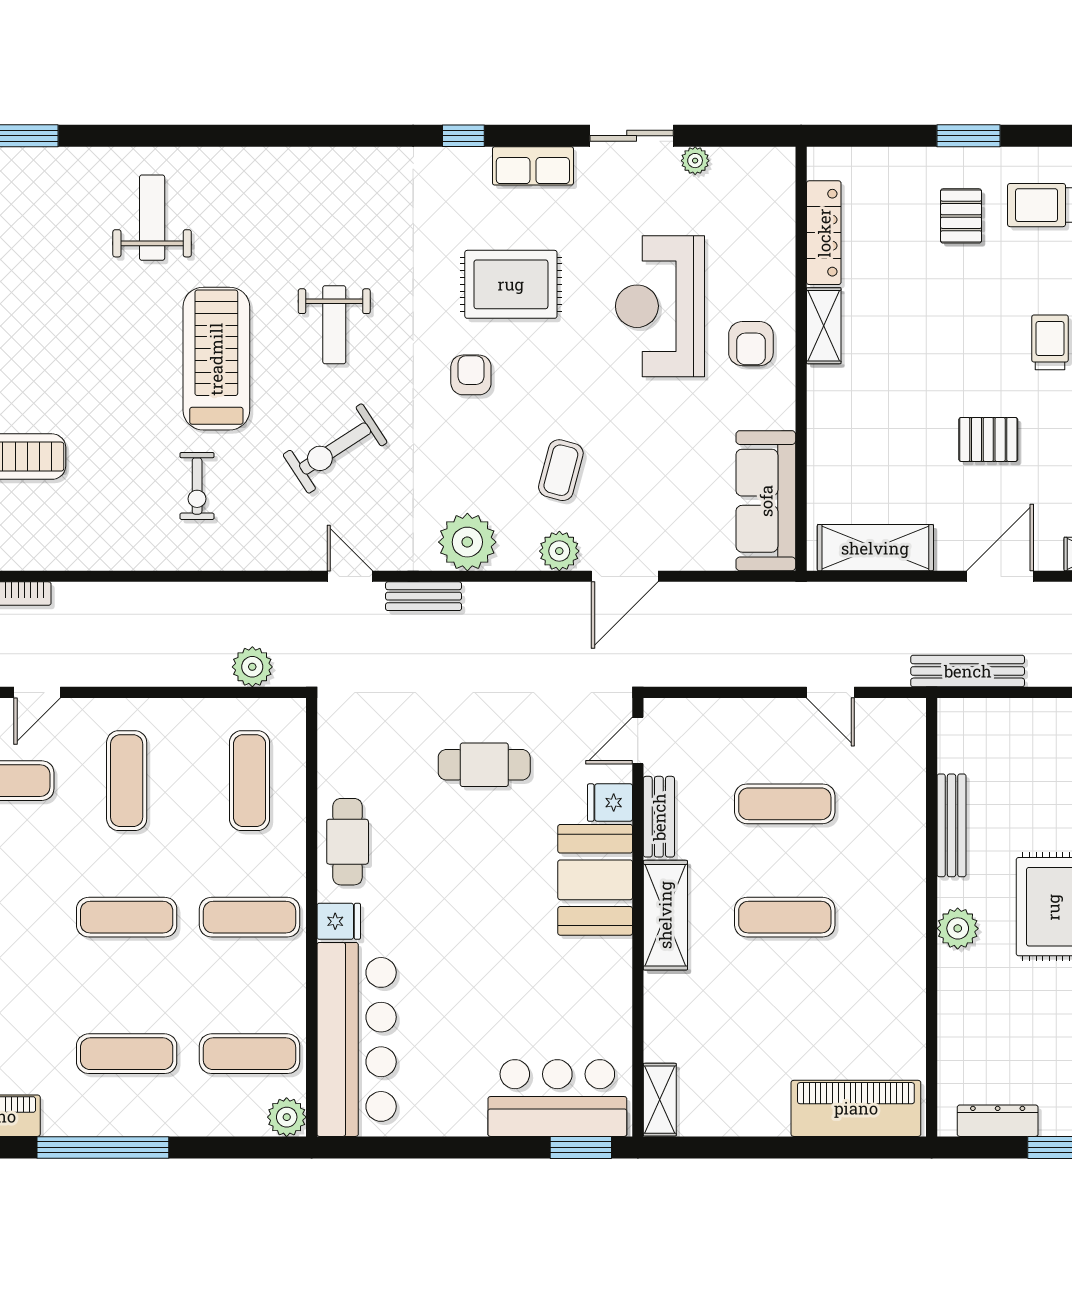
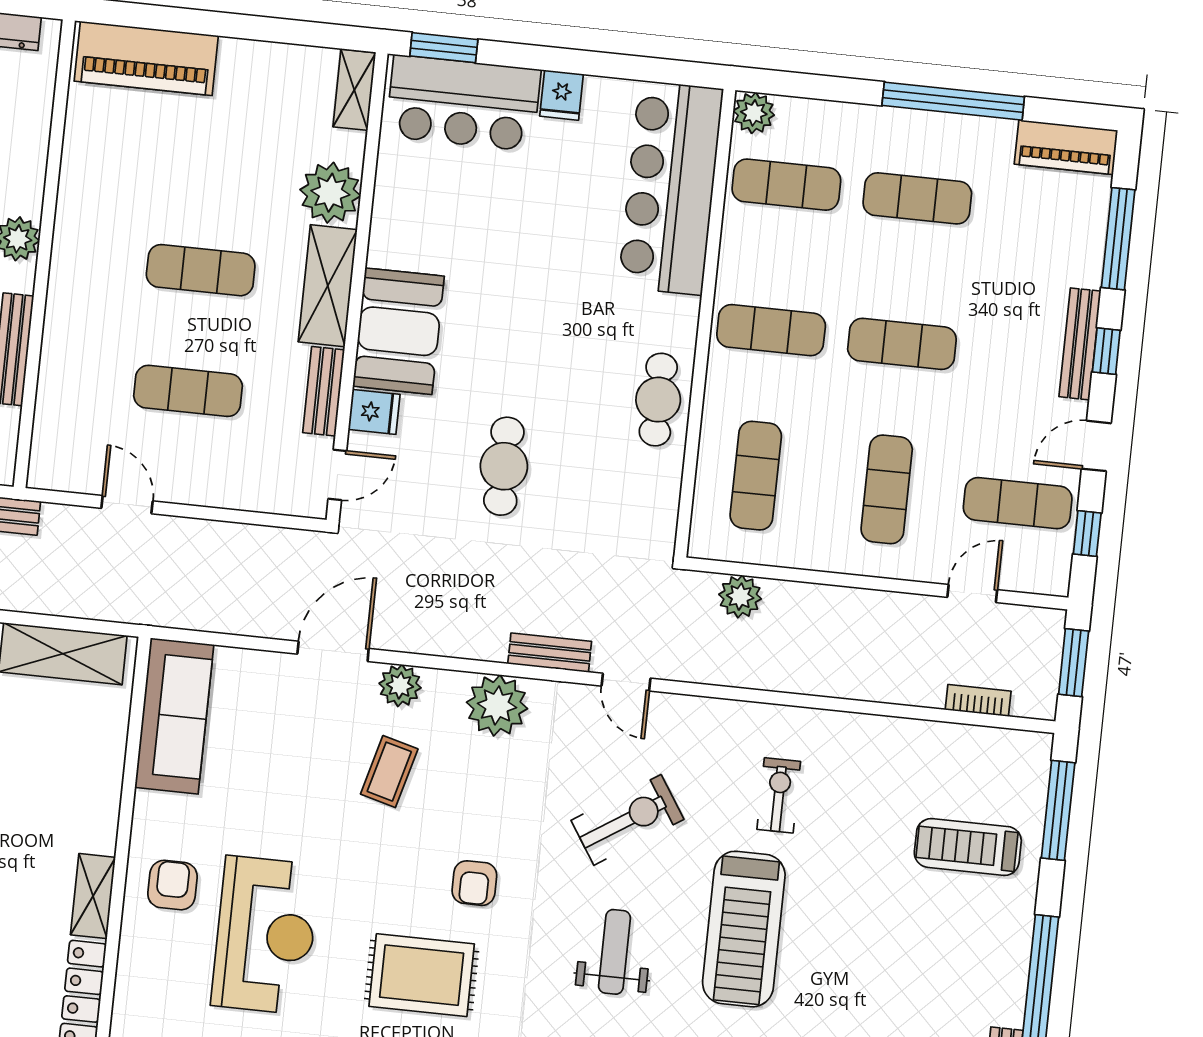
cafe table: (484, 765) -> (504, 466), turned 90
fridge: (339, 921) -> (562, 95), moved, turned -90
plant: (672, 1002) -> (330, 193), added

